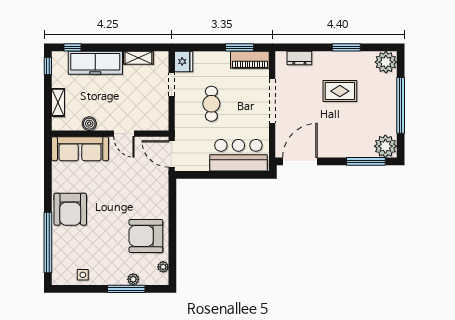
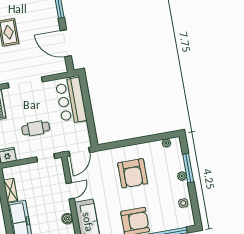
doorway: (172, 85) -> (46, 158), moved
door: (300, 161) -> (66, 43), moved
armchair: (146, 236) -> (133, 173), moved
plant: (133, 279) -> (182, 176), moved

